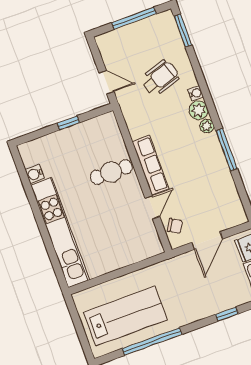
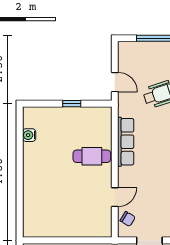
row of seats: (150, 165) -> (126, 142), moved
kitchen unit: (60, 233) -> (32, 190), removed

